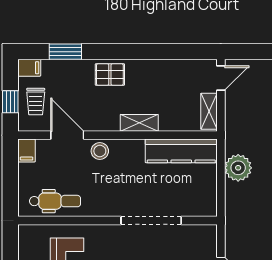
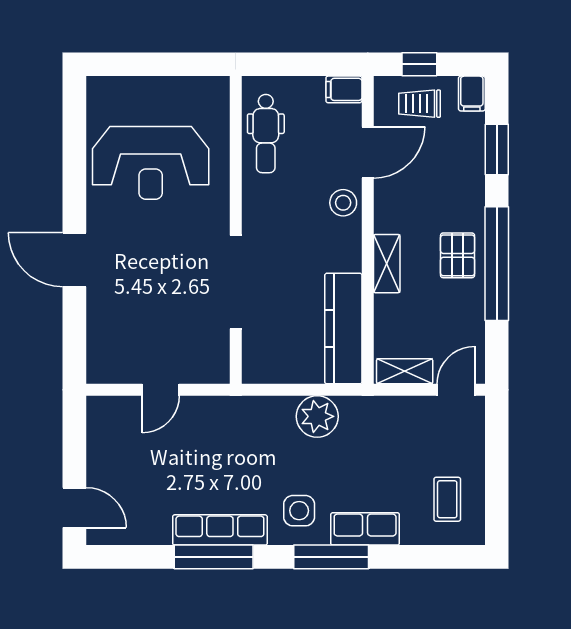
window: (139, 52) -> (497, 264), added
pallet: (110, 74) -> (458, 255), moved
door: (221, 78) -> (456, 390), swing flipped

